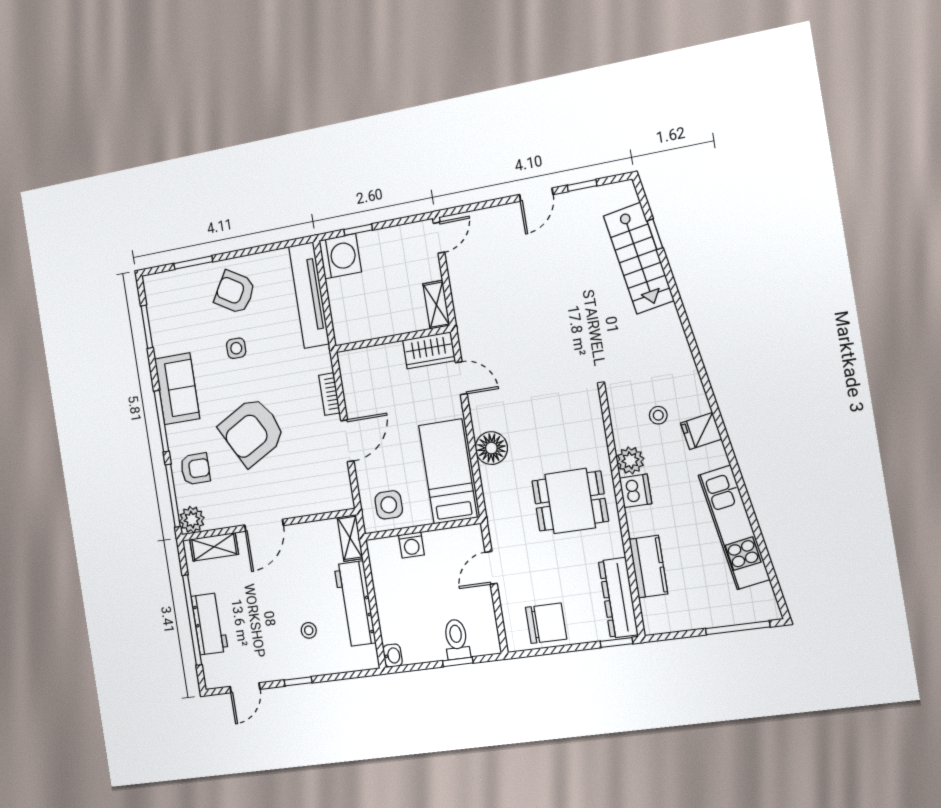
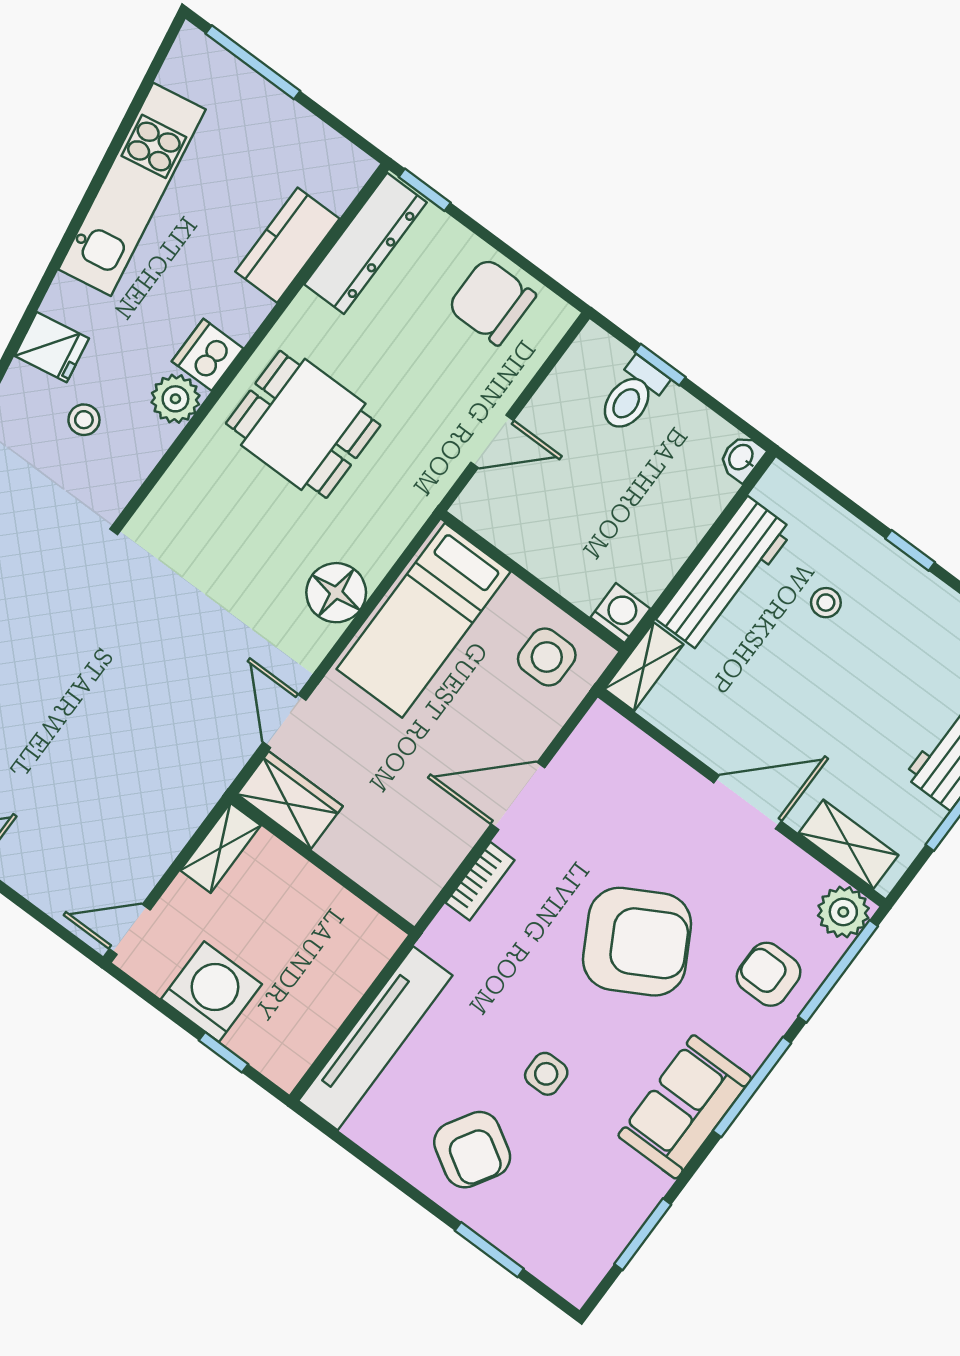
washing machine: (340, 256) -> (212, 992), moved, turned 90
washing machine: (411, 545) -> (620, 613), moved

